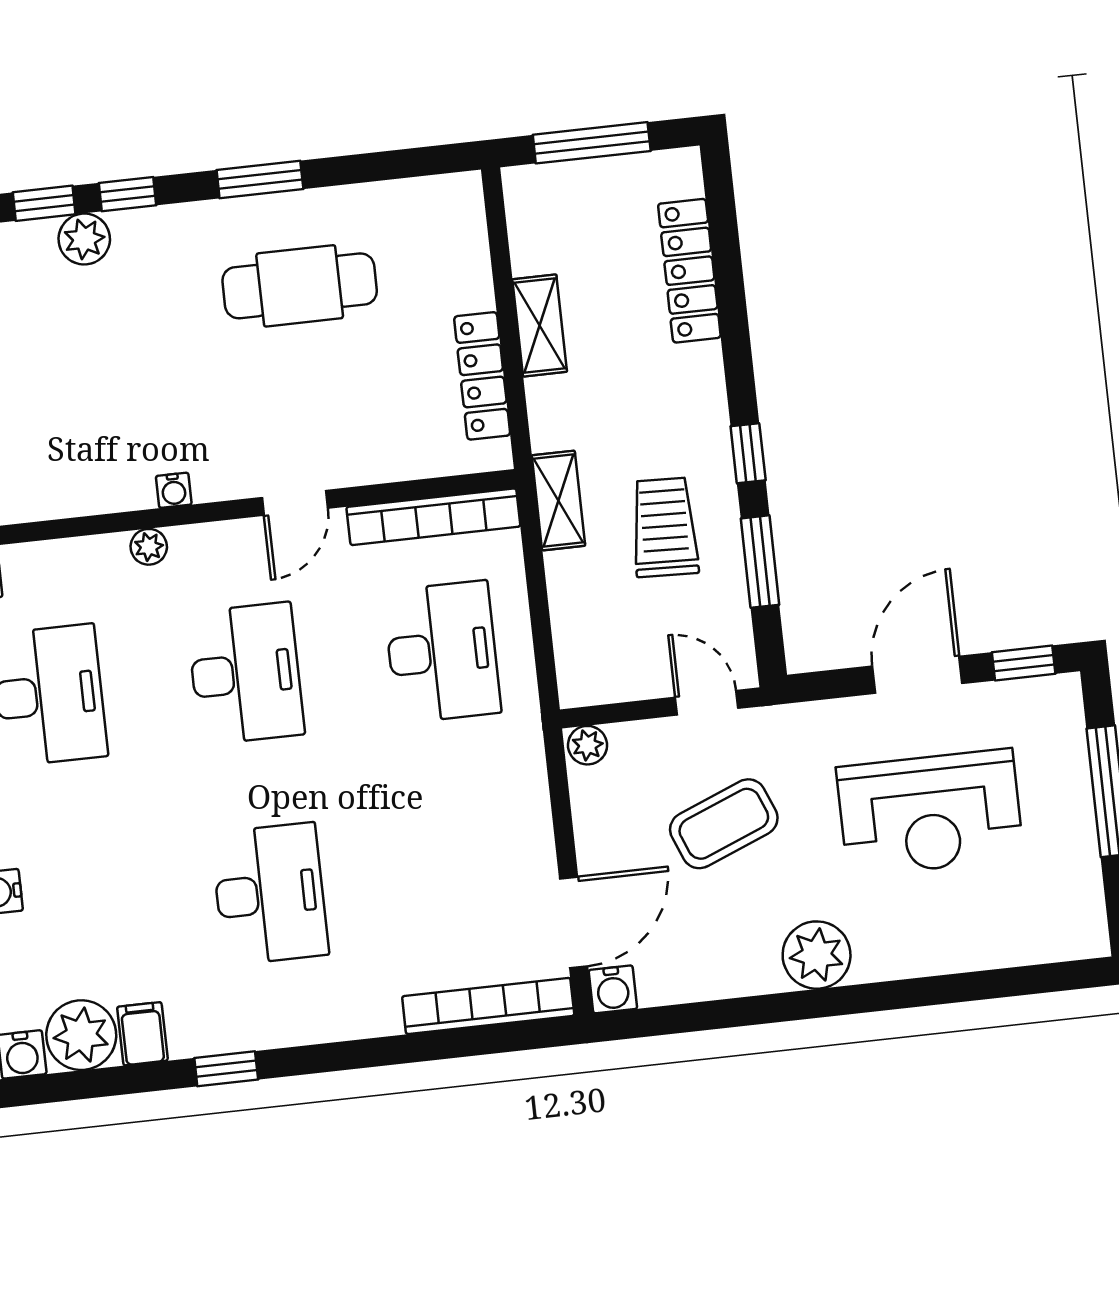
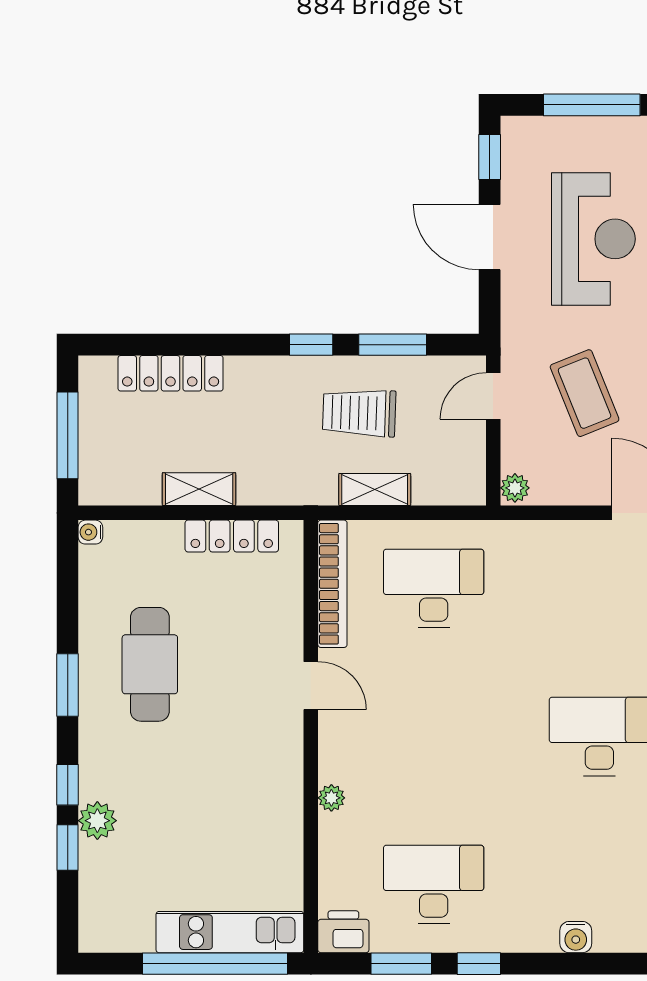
water cooler: (174, 490) -> (90, 532), moved, turned 180
shelving: (558, 501) -> (375, 490), moved
desk: (245, 674) -> (434, 736), removed

